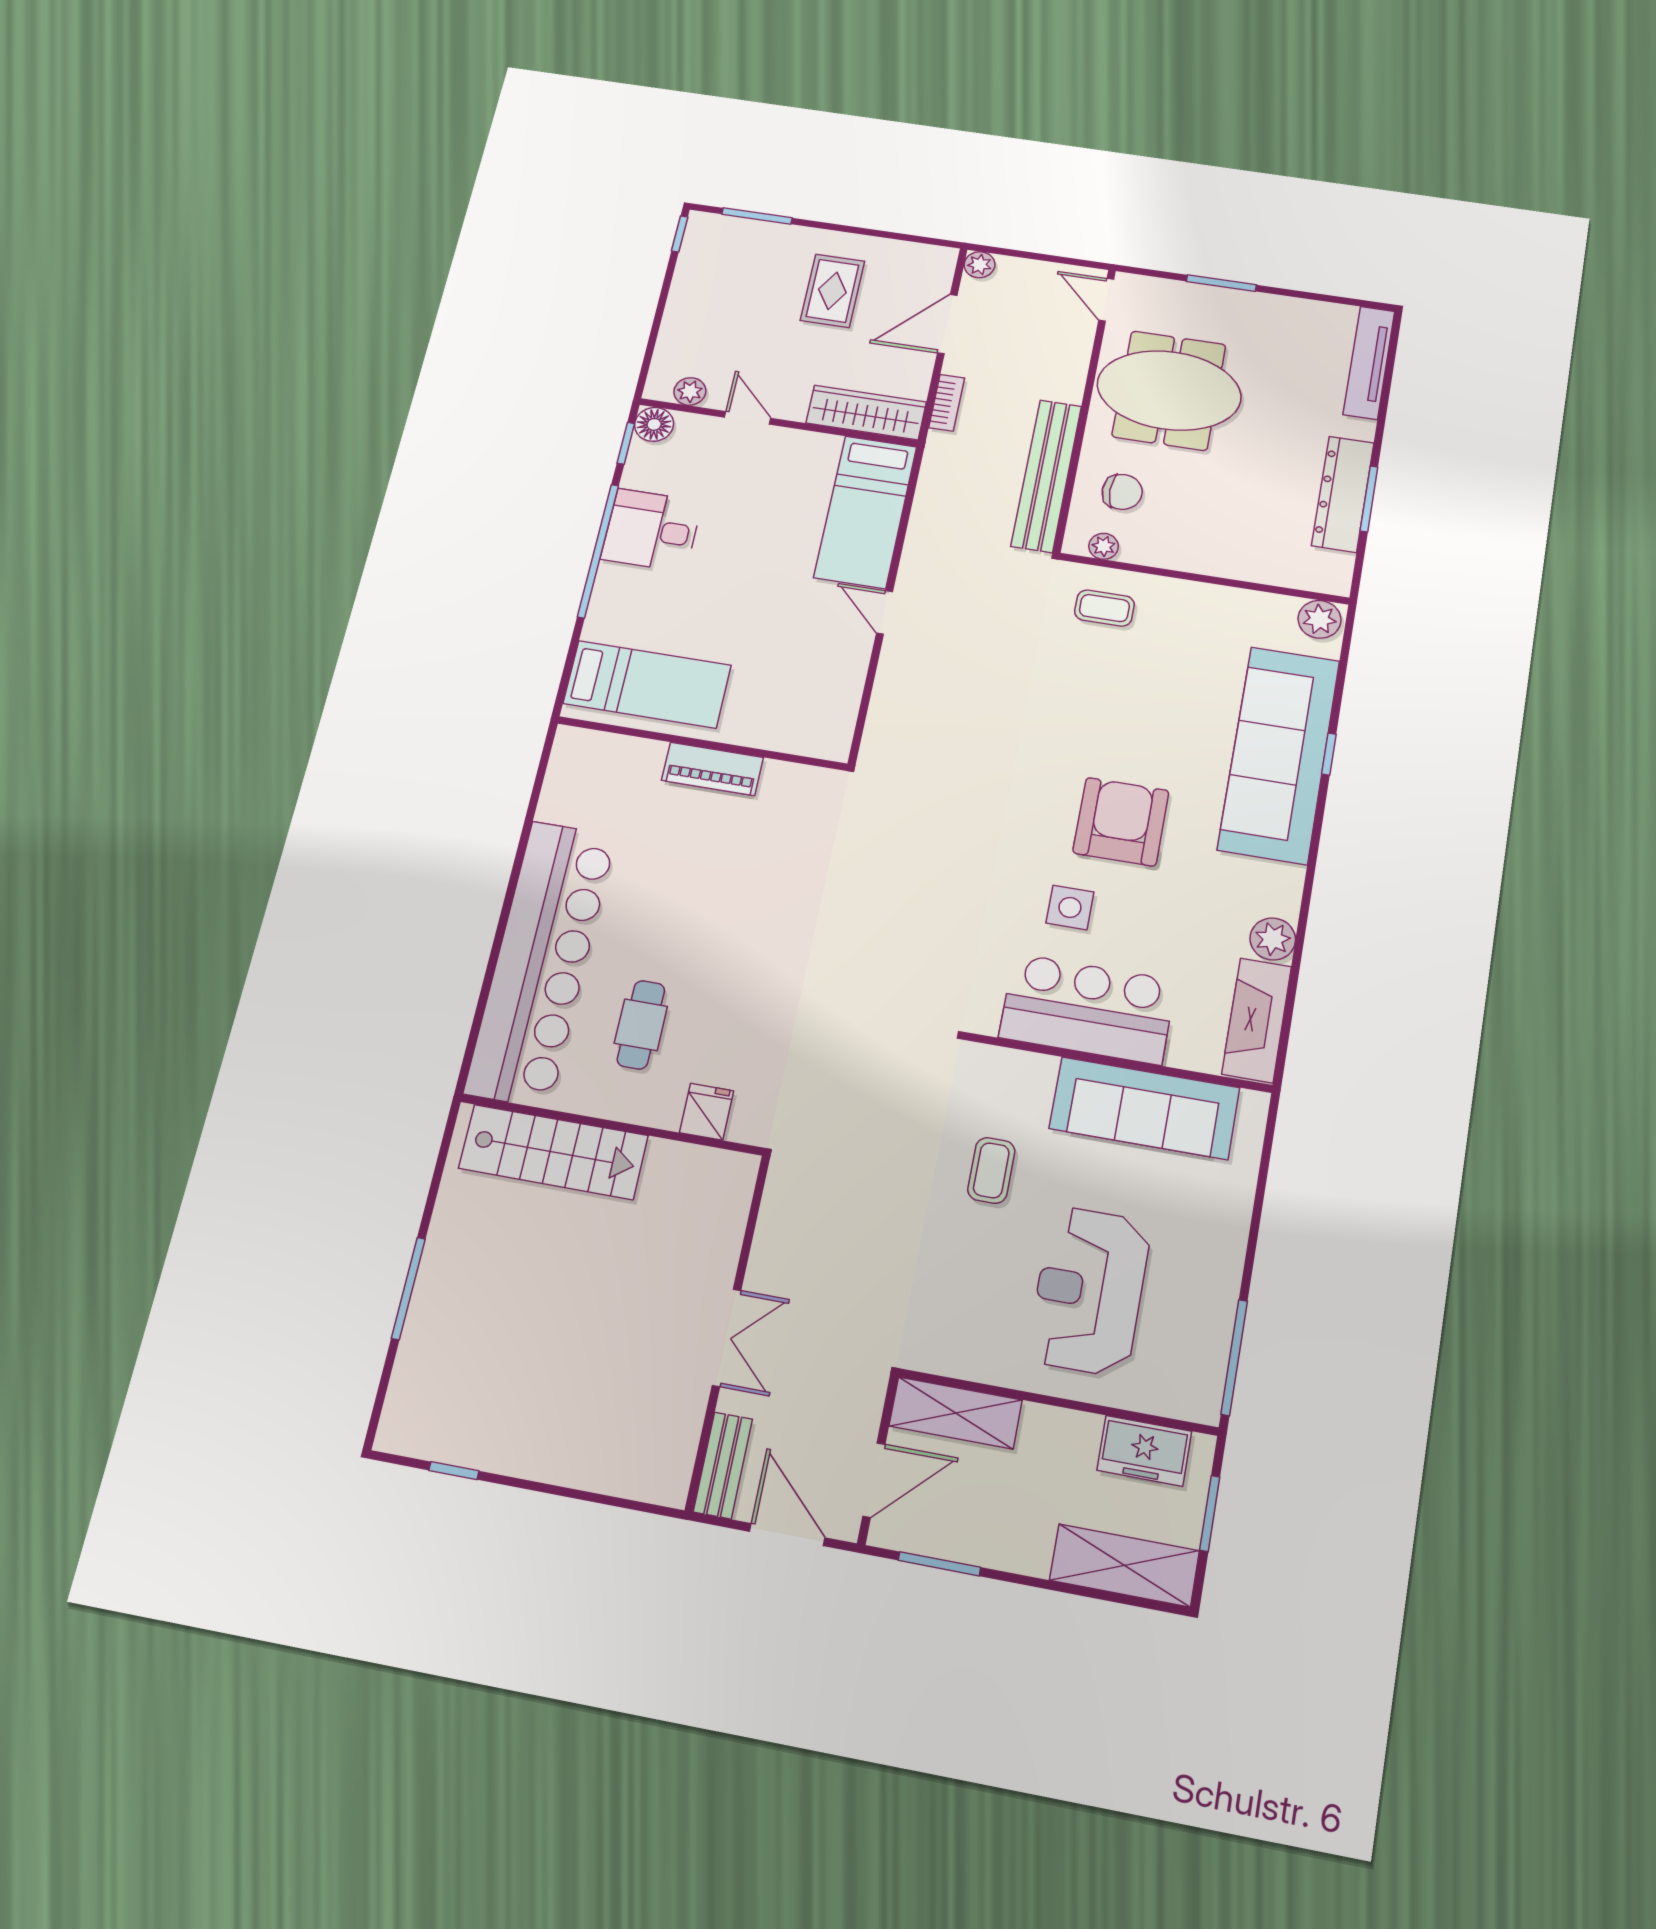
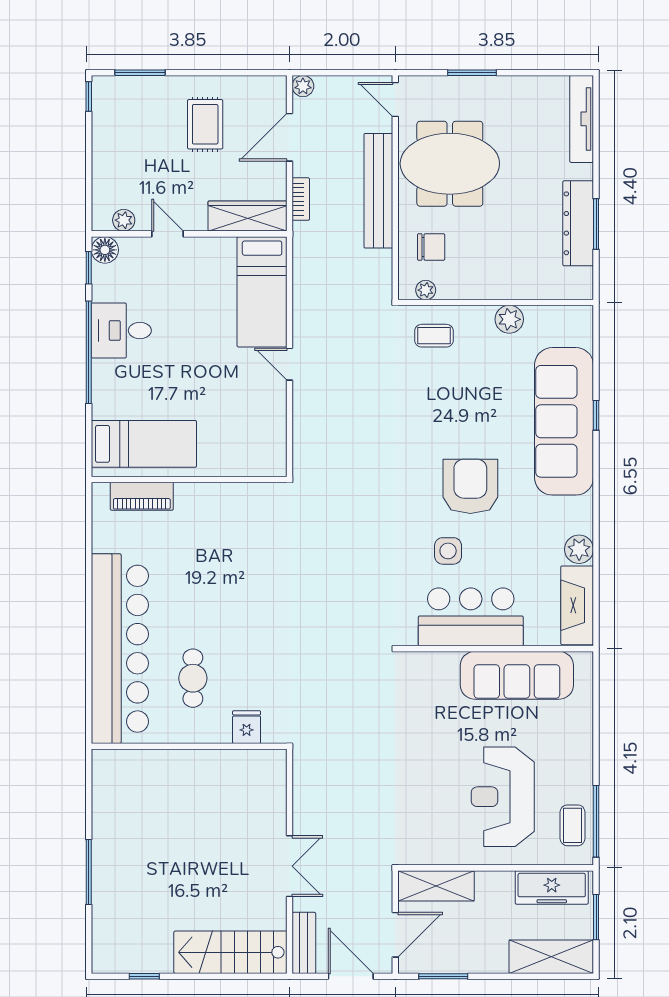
bench: (1046, 476) -> (378, 191), moved
plant: (1319, 619) -> (509, 319), moved
piano: (712, 769) -> (142, 496), moved
stairs: (553, 1152) -> (230, 952), moved, turned 180
coffee table: (991, 1170) -> (573, 825), moved
freezer: (1144, 1451) -> (552, 887), width x1.40

